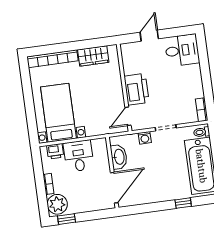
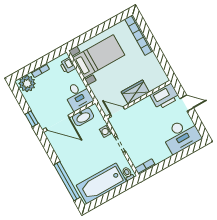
desk: (182, 50) -> (181, 135), width x1.37
wardrobe: (93, 56) -> (135, 92), moved, turned 90
printer: (137, 89) -> (165, 96), moved
desk: (79, 156) -> (78, 96), moved, turned 90
window: (183, 203) -> (67, 181), width x3.17
window: (66, 219) -> (32, 119), moved

